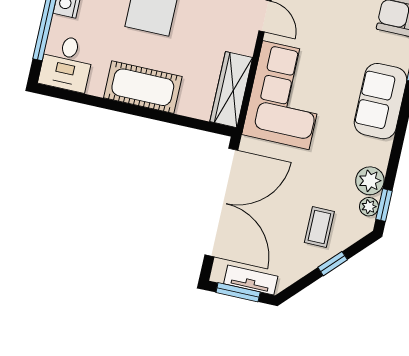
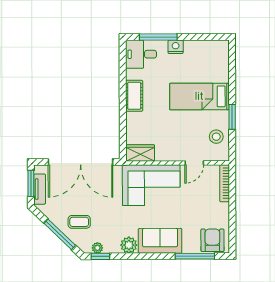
cot: (143, 87) -> (134, 96), width x0.73, depth x0.75
wardrobe: (231, 90) -> (140, 153), width x0.67
plant: (370, 181) -> (129, 245), moved
window: (333, 264) -> (60, 234), width x2.17

